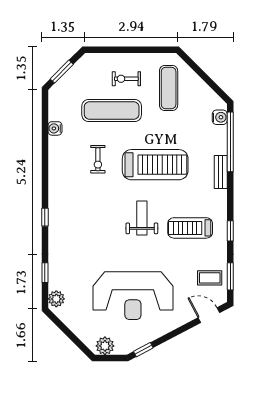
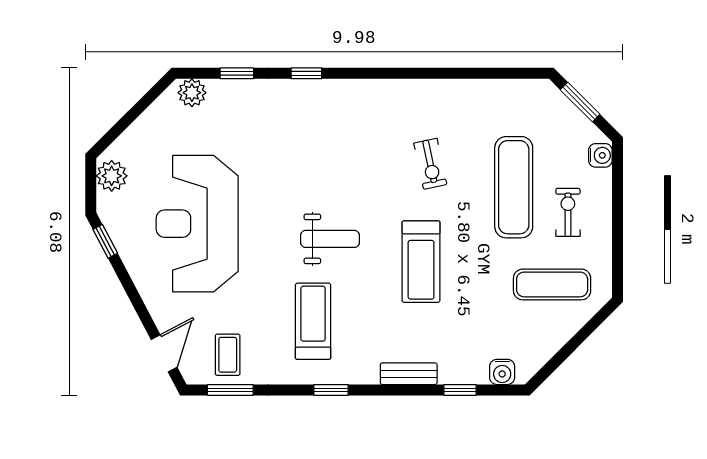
water cooler: (55, 128) -> (600, 155), moved, turned 90
window: (230, 142) -> (460, 390), width x0.32
exercise bike: (98, 159) -> (430, 164), turned -102
treadmill: (155, 165) -> (421, 262), width x0.73, depth x0.73
window: (45, 217) -> (306, 73), moved
window: (230, 231) -> (331, 390), moved

